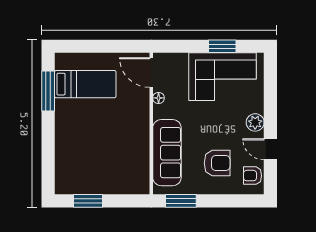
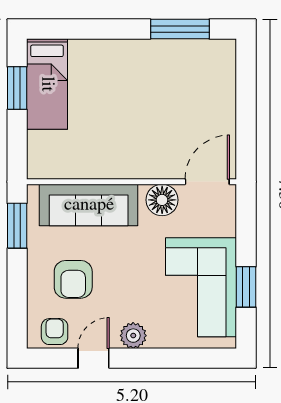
bed: (85, 84) -> (47, 84), moved
floor lamp: (159, 98) -> (162, 200), width x1.89, depth x1.89

